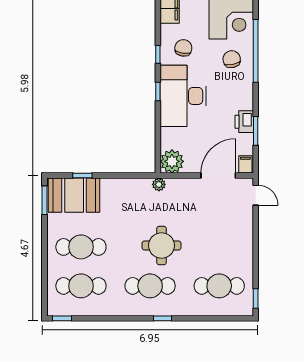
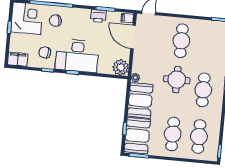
booth: (126, 195) -> (140, 100), added
cafe table: (219, 286) -> (181, 41), moved

